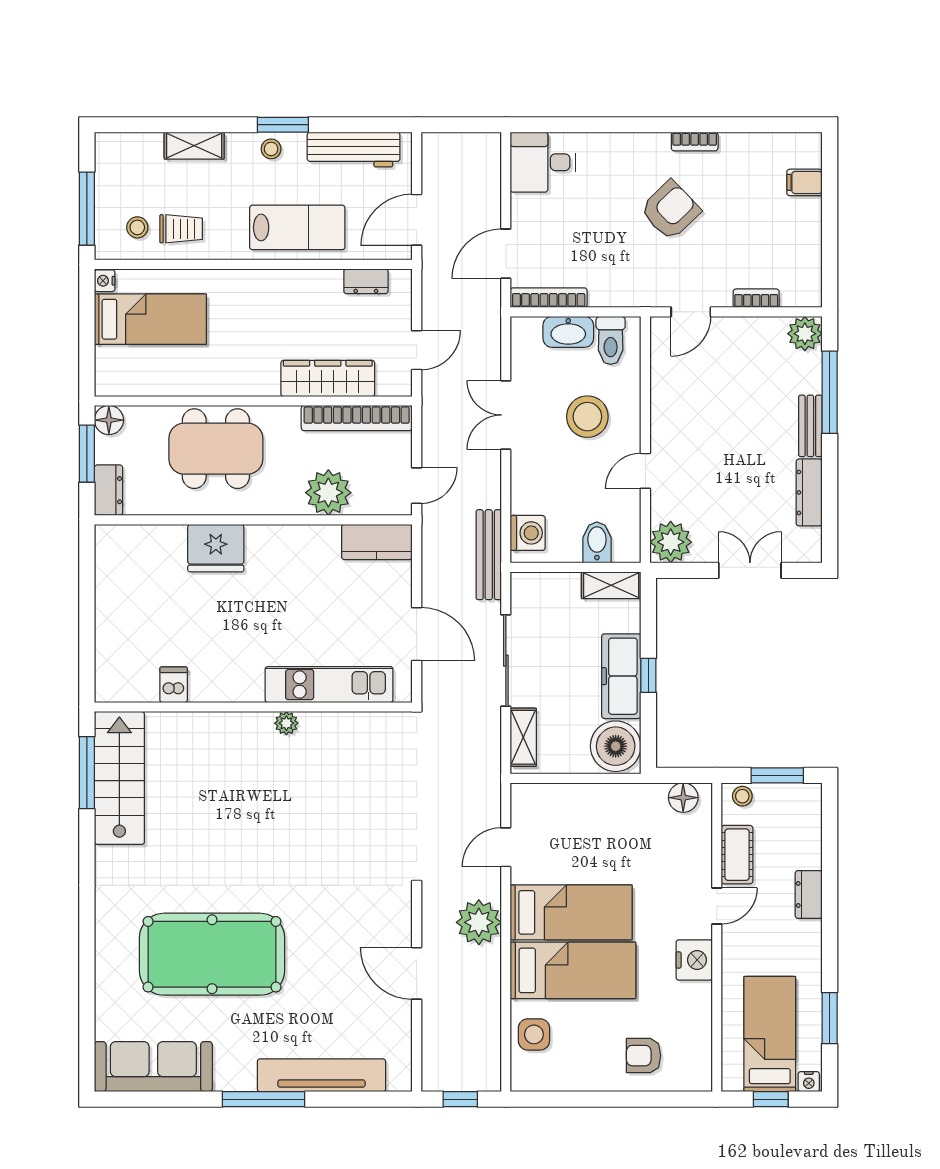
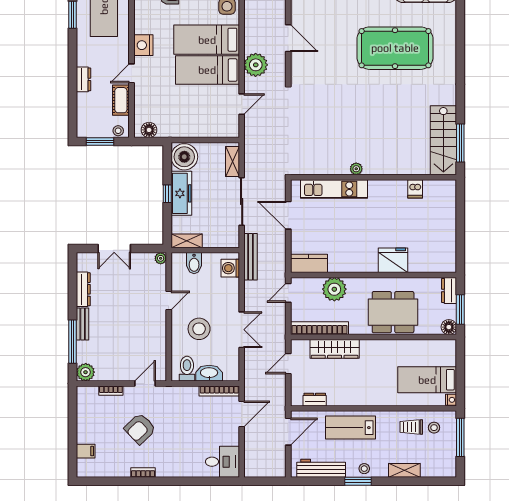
armchair: (670, 210) -> (140, 429), moved
plant: (671, 542) -> (161, 258), width x0.53, depth x0.53

